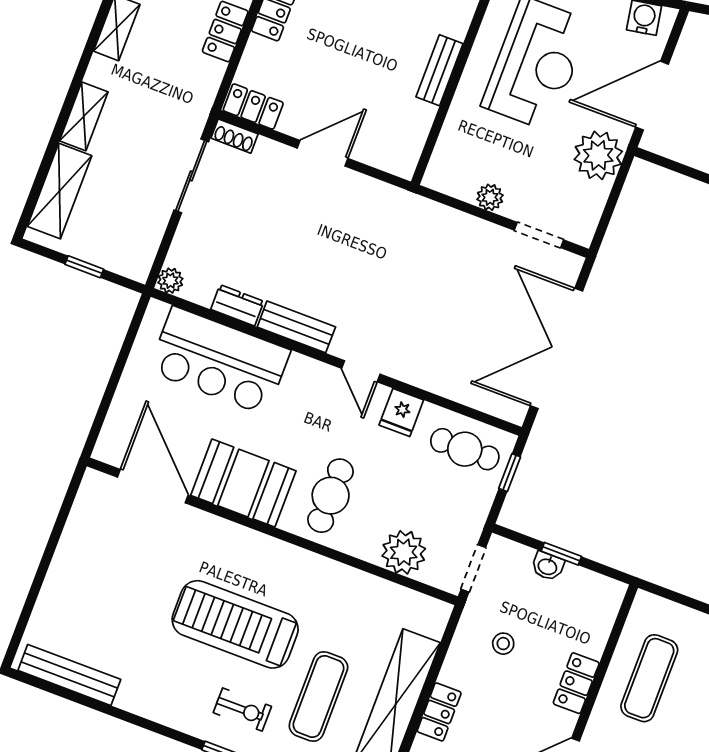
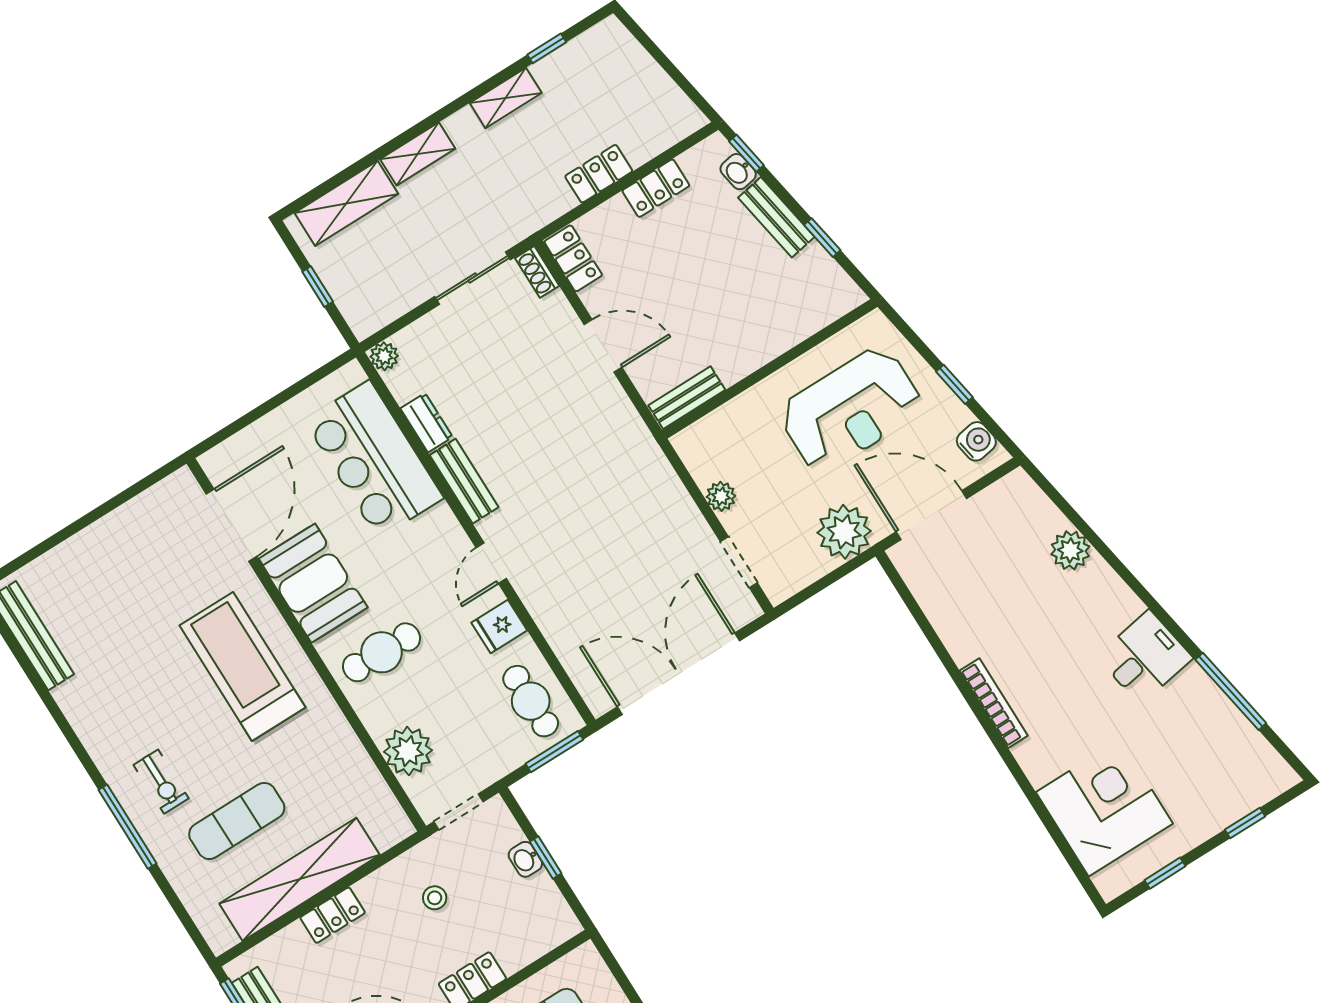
bench: (440, 70) -> (687, 398), moved
window: (510, 473) -> (554, 752), width x1.50
treadmill: (235, 624) -> (242, 666), moved

